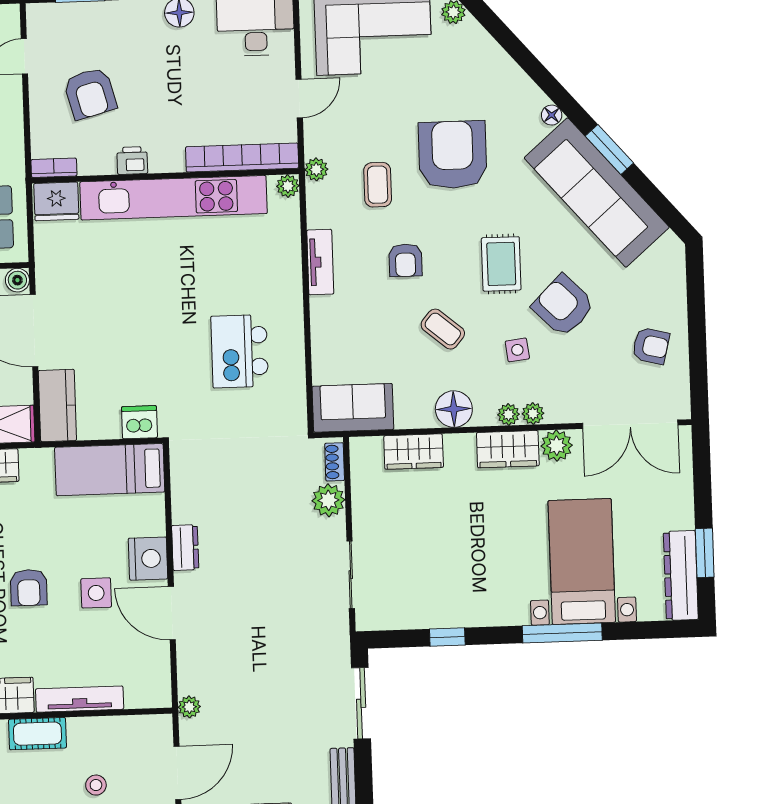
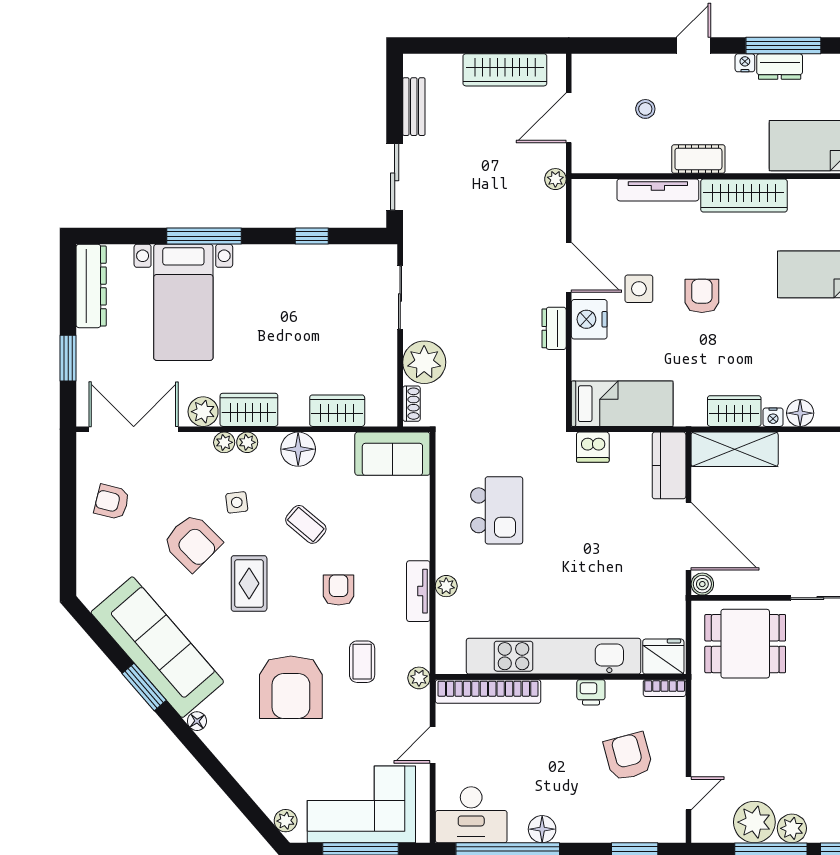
plant: (288, 186) -> (446, 586), moved
plant: (328, 500) -> (424, 362), width x1.36, depth x1.36
window: (705, 553) -> (68, 358), moved

